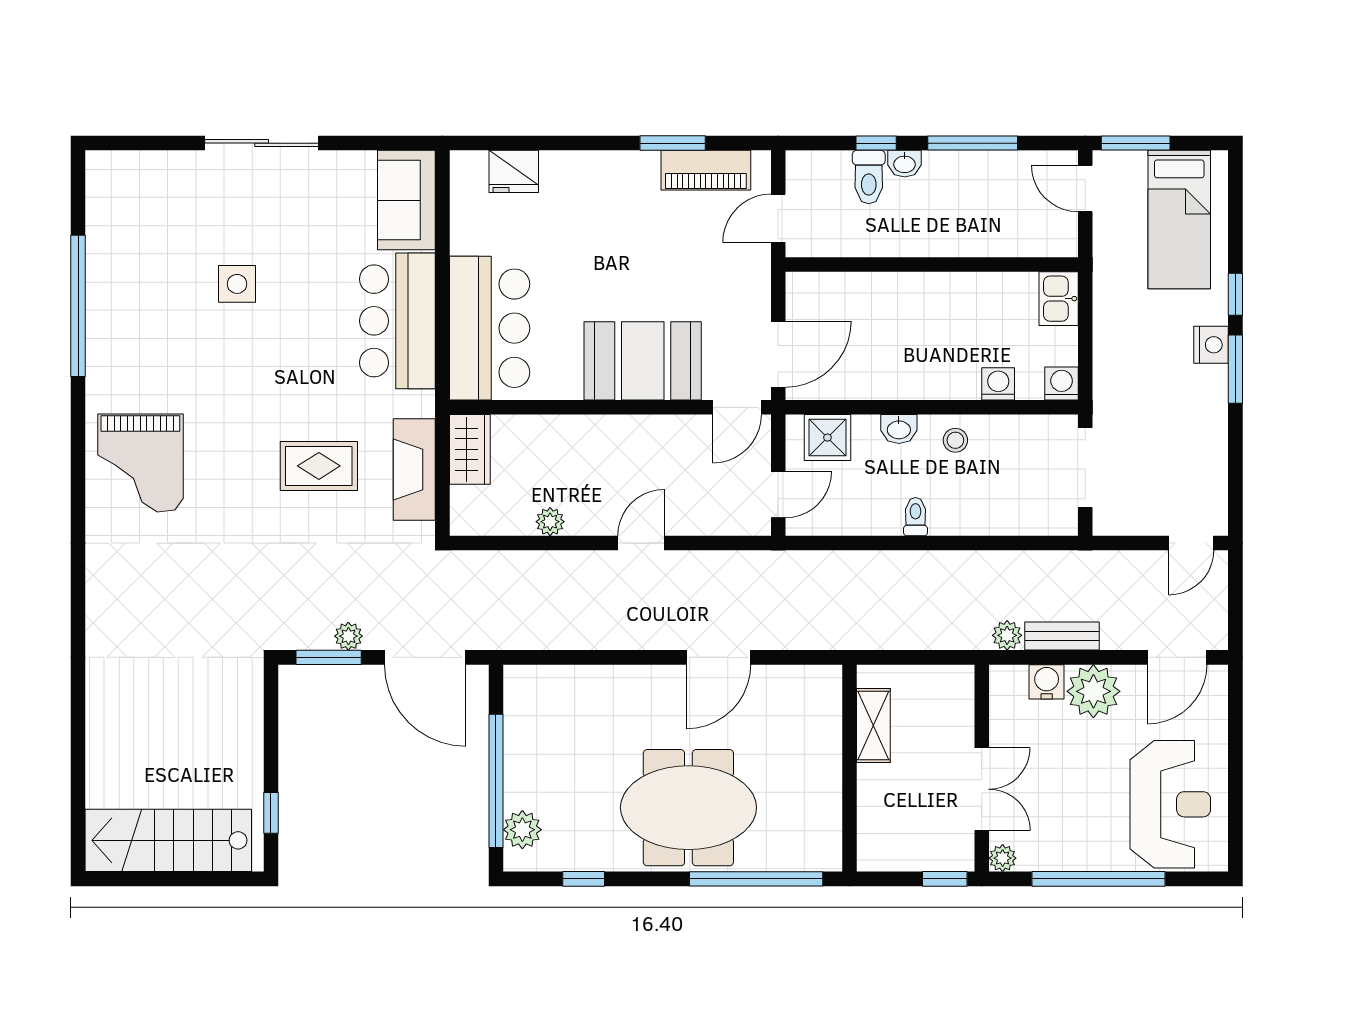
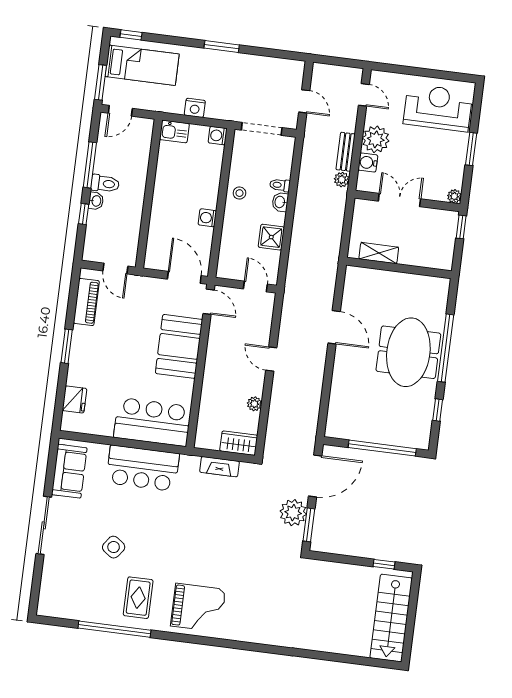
window: (673, 143) -> (67, 346), moved
toilet: (869, 177) -> (105, 184), moved
sofa: (406, 200) -> (69, 471), moved, turned -90
side table: (237, 284) -> (114, 547), turned 36
window: (1235, 294) -> (131, 35), moved
nightstand: (1211, 345) -> (195, 108), moved, turned 180
washing machine: (998, 384) -> (207, 218), moved
washbasin: (899, 429) -> (280, 202), moved, turned 180
shower: (827, 438) -> (271, 237), moved
wardrobe: (470, 449) -> (239, 443), moved
rug: (319, 466) -> (138, 598), moved
fireplace: (414, 470) -> (219, 467), width x0.73, depth x0.76
toilet: (916, 517) -> (280, 185), moved
door: (1191, 543) -> (304, 101), moved
plant: (348, 636) -> (293, 513), width x1.88, depth x1.88
door: (1177, 657) -> (364, 95), width x0.73
double door: (982, 789) -> (399, 200), moved
plant: (522, 830) -> (409, 438), removed
window: (756, 879) -> (446, 348), moved
window: (1099, 879) -> (471, 149), width x0.47

